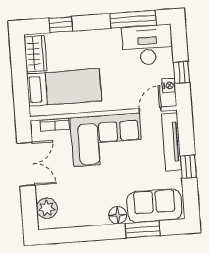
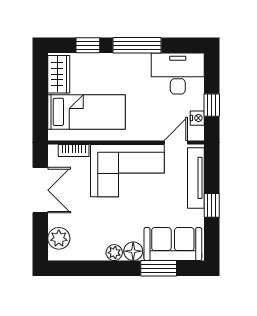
window: (133, 19) -> (137, 45), moved
plant: (100, 218) -> (114, 253), added

